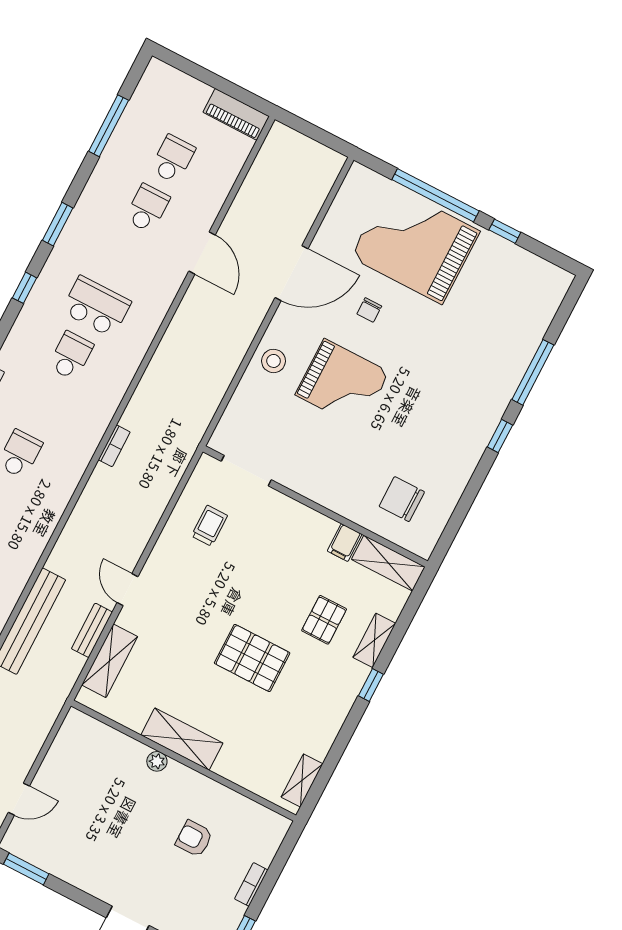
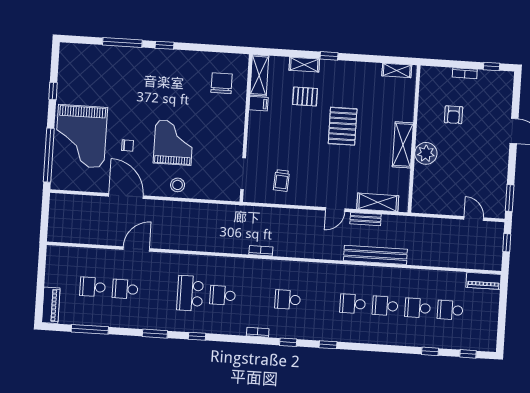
piano: (236, 114) -> (51, 305), moved
window: (435, 195) -> (49, 155), moved
chair: (402, 499) -> (222, 83), turned 180
trolley: (209, 526) -> (281, 181), turned -86
plant: (157, 761) -> (426, 153), width x1.88, depth x1.88

